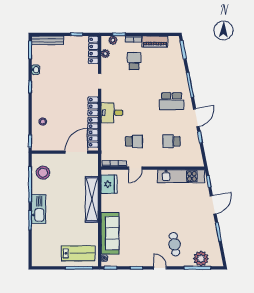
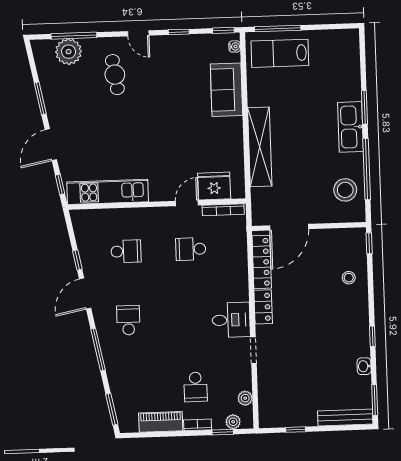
locker: (93, 50) -> (266, 403), removed
school desk: (172, 101) -> (128, 320), width x0.54
desk: (112, 113) -> (231, 320), moved
fridge: (109, 184) -> (214, 186), moved, turned 90
sofa: (110, 233) -> (227, 90), width x0.73

